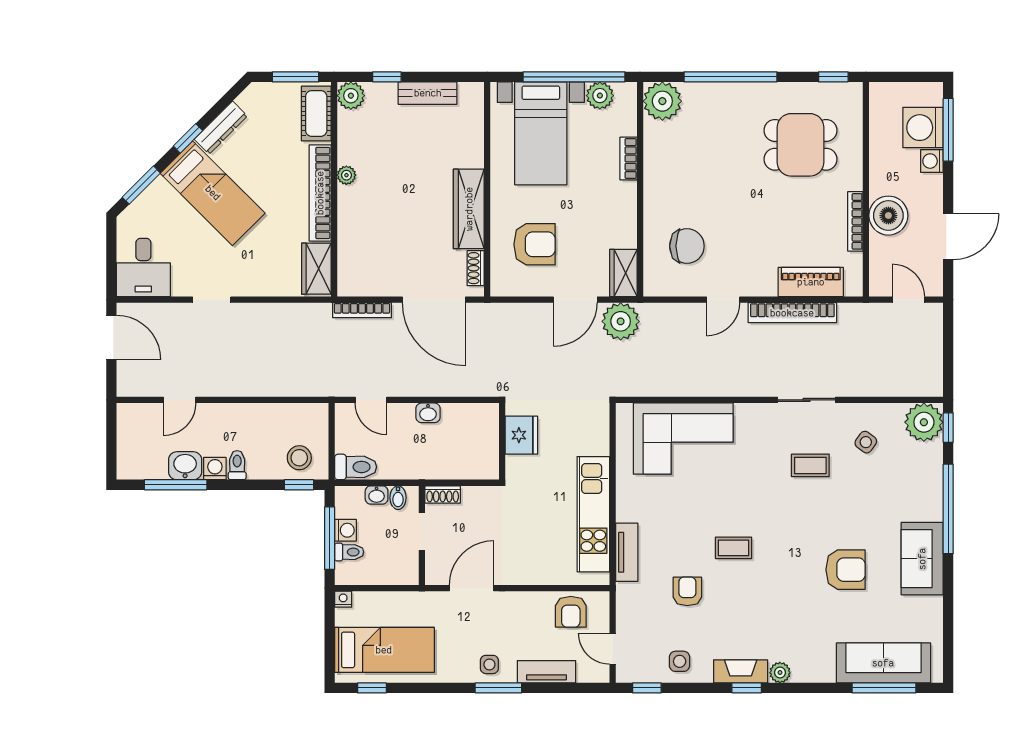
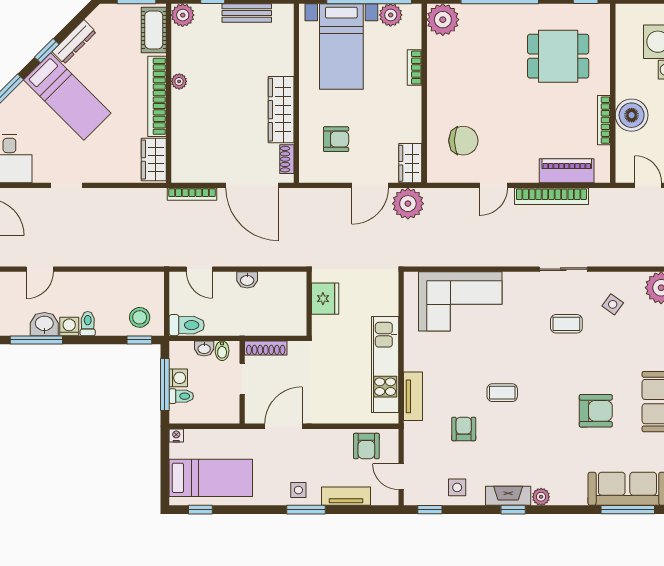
armchair: (534, 244) -> (336, 139), width x0.72, depth x0.72
shoe rack: (443, 494) -> (266, 348), width x1.43

